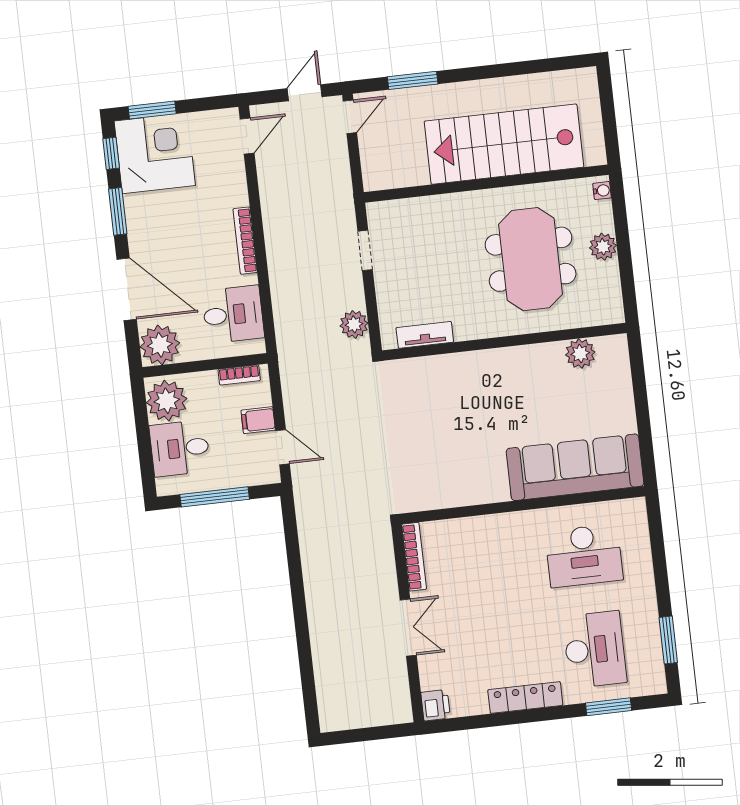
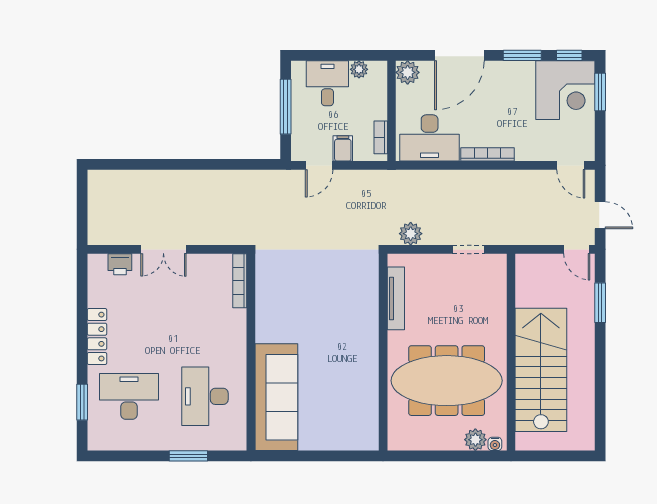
plant: (603, 247) -> (475, 440), moved
meeting table: (531, 259) -> (447, 381), width x1.36
desk: (233, 314) -> (430, 138), width x1.37
tv unit: (425, 335) -> (396, 298), width x1.41
plant: (160, 345) -> (408, 72), width x0.73, depth x0.73
plant: (580, 354) -> (367, 412), removed
plant: (167, 401) -> (359, 69), width x0.53, depth x0.53
bookcase: (414, 557) -> (240, 281), moved, turned 90
window: (668, 640) -> (188, 456), moved
desk: (595, 649) -> (129, 396), turned 180
printer: (436, 705) -> (120, 264), moved

